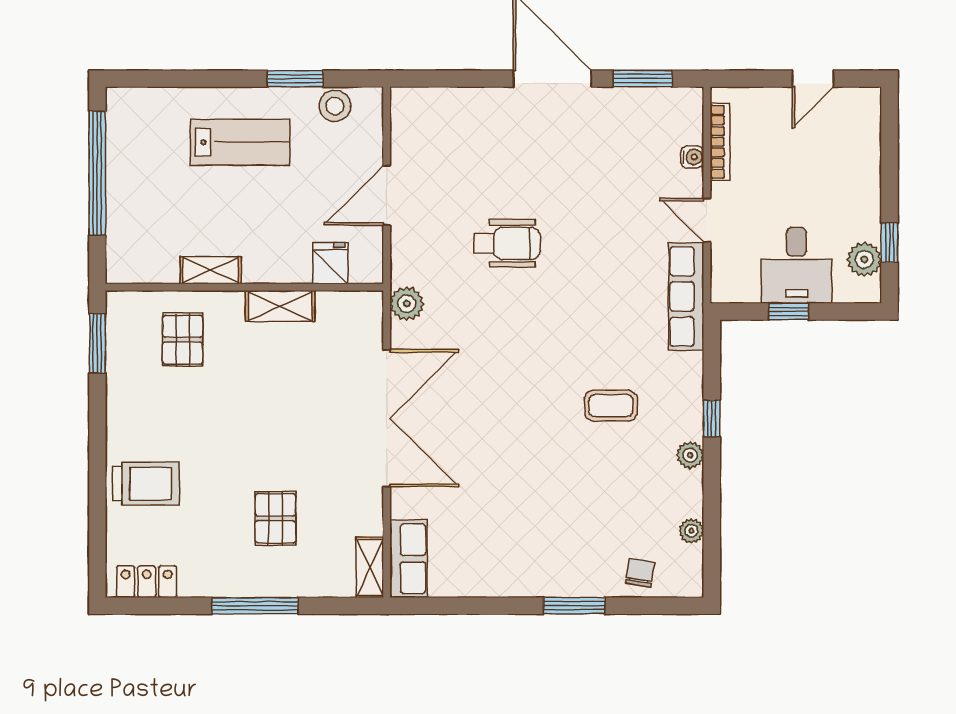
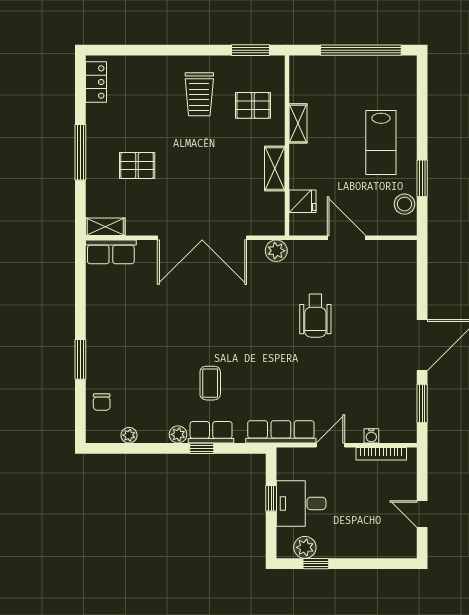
row of seats: (687, 404) -> (211, 432), added
trolley: (146, 484) -> (199, 94), moved
chair: (640, 573) -> (102, 402), turned 81

